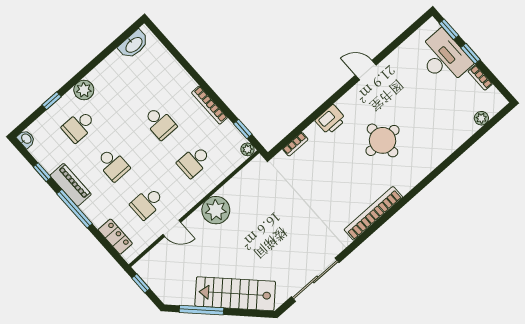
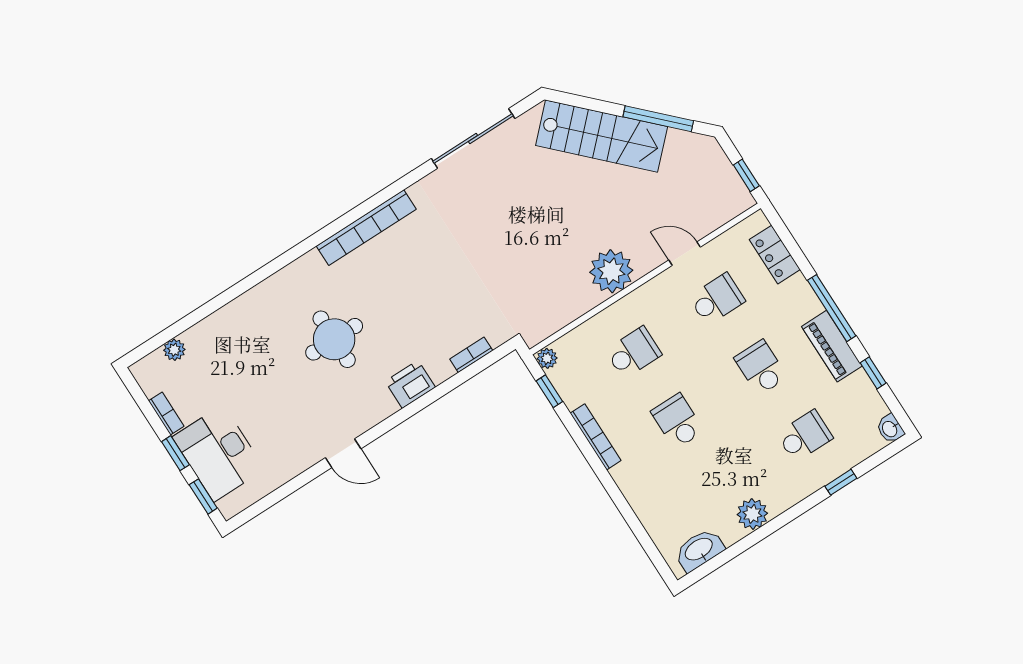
plant: (84, 90) -> (752, 514), moved

